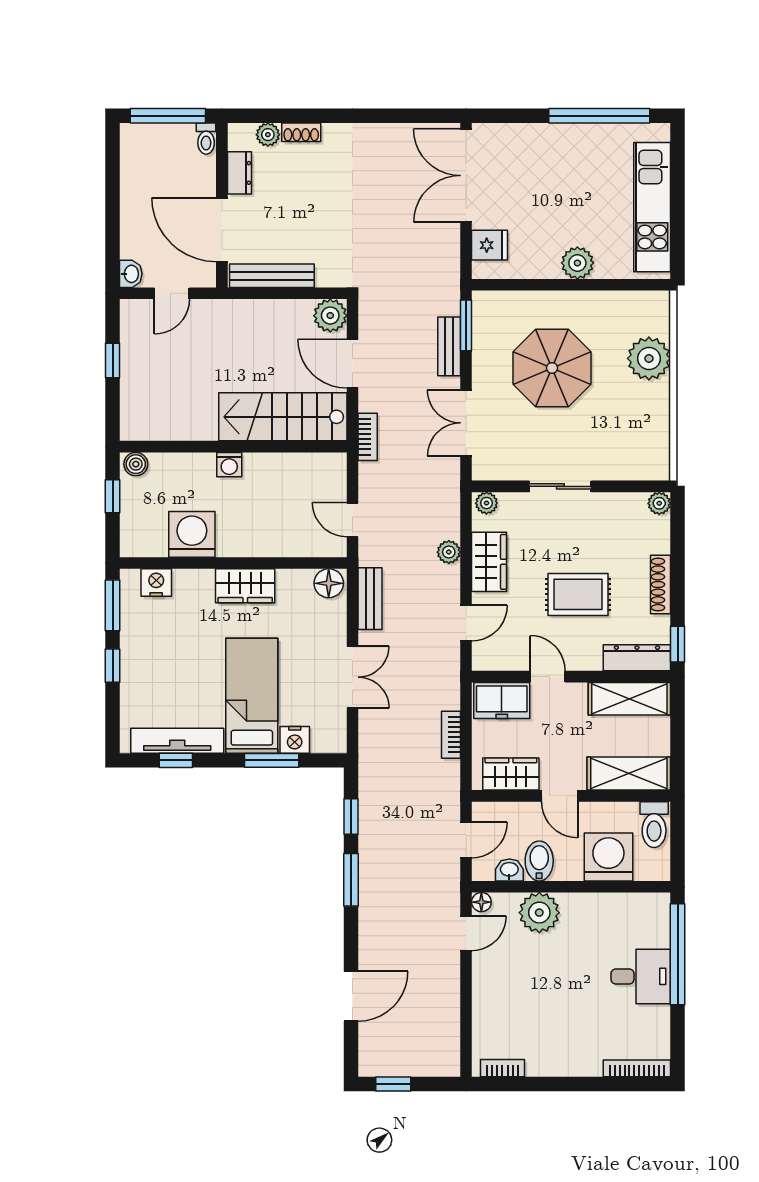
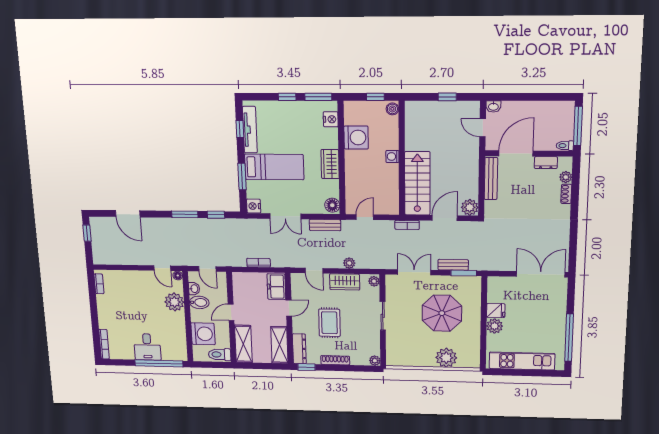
fridge: (489, 245) -> (496, 311), moved, turned -90
nightstand: (295, 740) -> (254, 206), moved
wardrobe: (511, 774) -> (241, 290), removed

